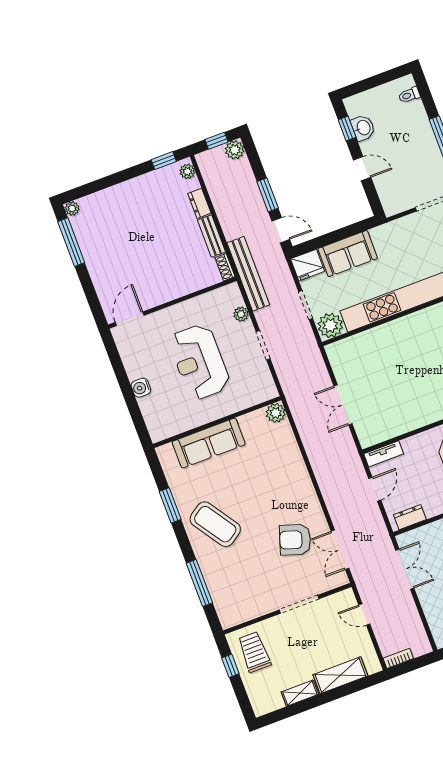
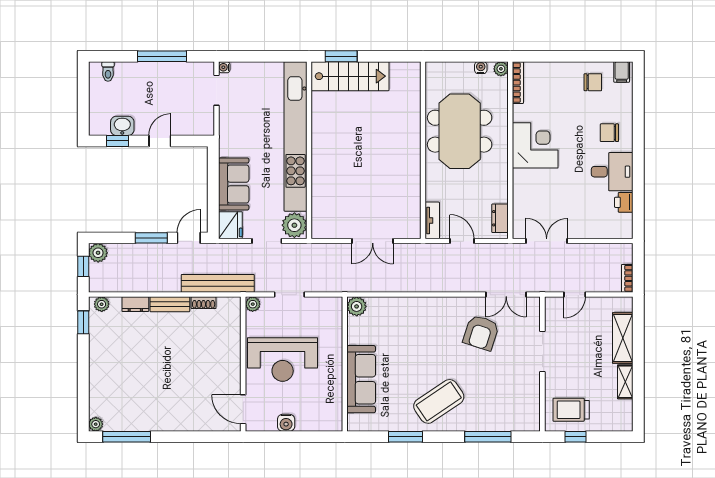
wall: (172, 303) -> (243, 364), moved
door: (130, 319) -> (243, 409), moved

